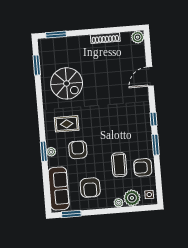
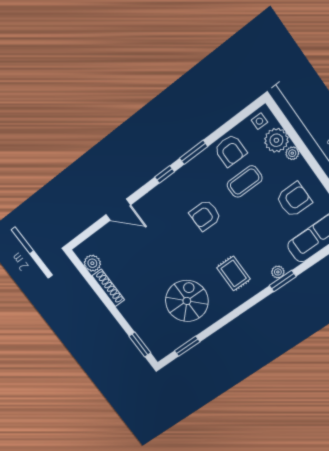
plant: (138, 37) -> (92, 263), moved
armchair: (78, 150) -> (205, 215), moved

